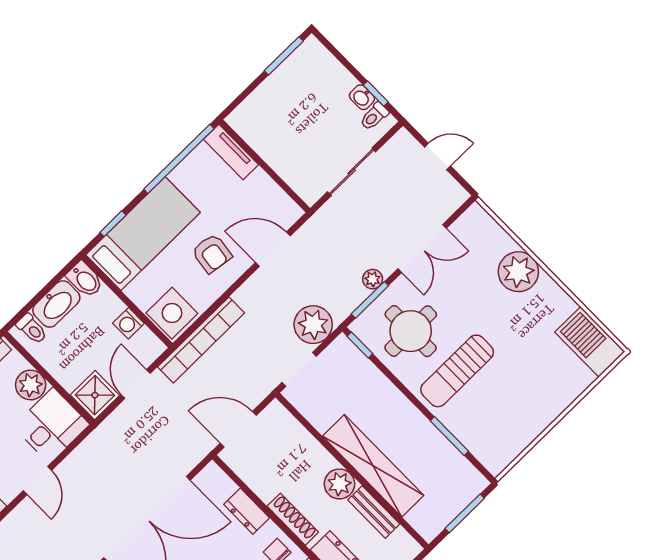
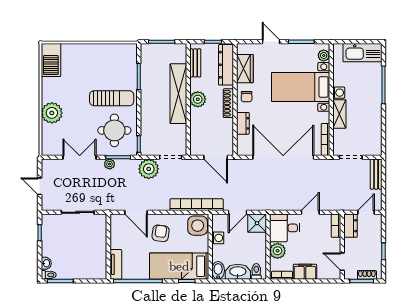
washbasin: (362, 97) -> (46, 263), moved
toilet: (374, 116) -> (49, 275), moved
bench: (374, 512) -> (195, 63), moved

